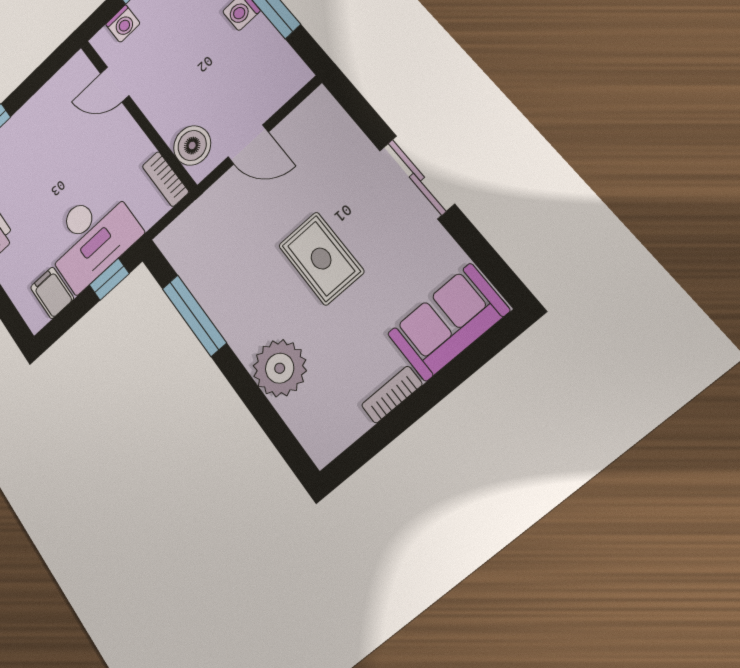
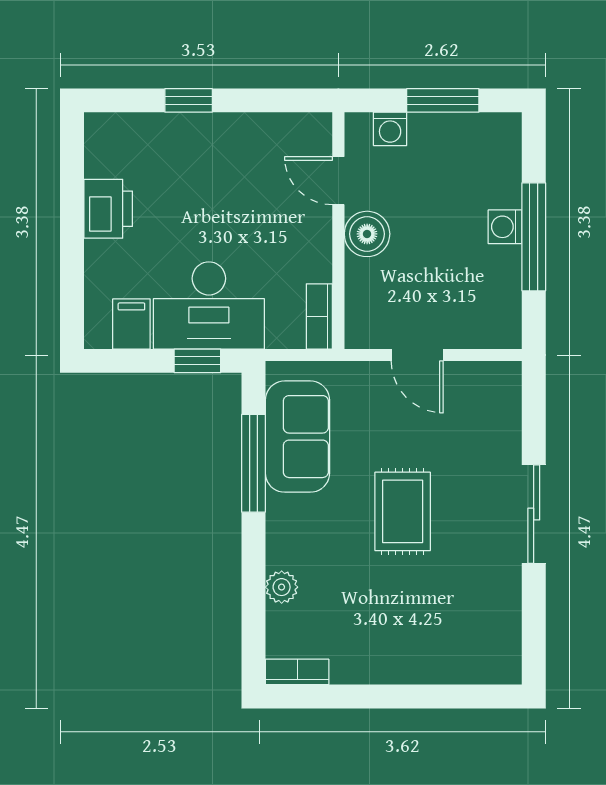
boiler: (192, 146) -> (367, 234), moved
sofa: (448, 322) -> (297, 437), moved, turned 90
plant: (280, 368) -> (282, 587), width x0.53, depth x0.53
bookcase: (392, 395) -> (297, 672), moved

